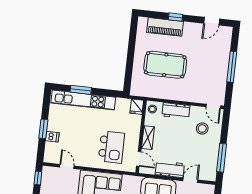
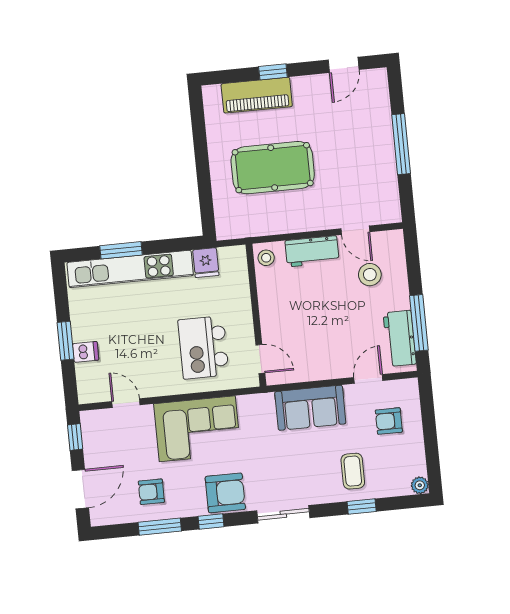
door: (213, 106) -> (355, 230), moved
fridge: (137, 107) -> (206, 263), moved
shelving: (148, 138) -> (270, 314), removed
kitchen island: (111, 147) -> (203, 347), turned 180
workbench: (170, 169) -> (400, 338), moved, turned -90

